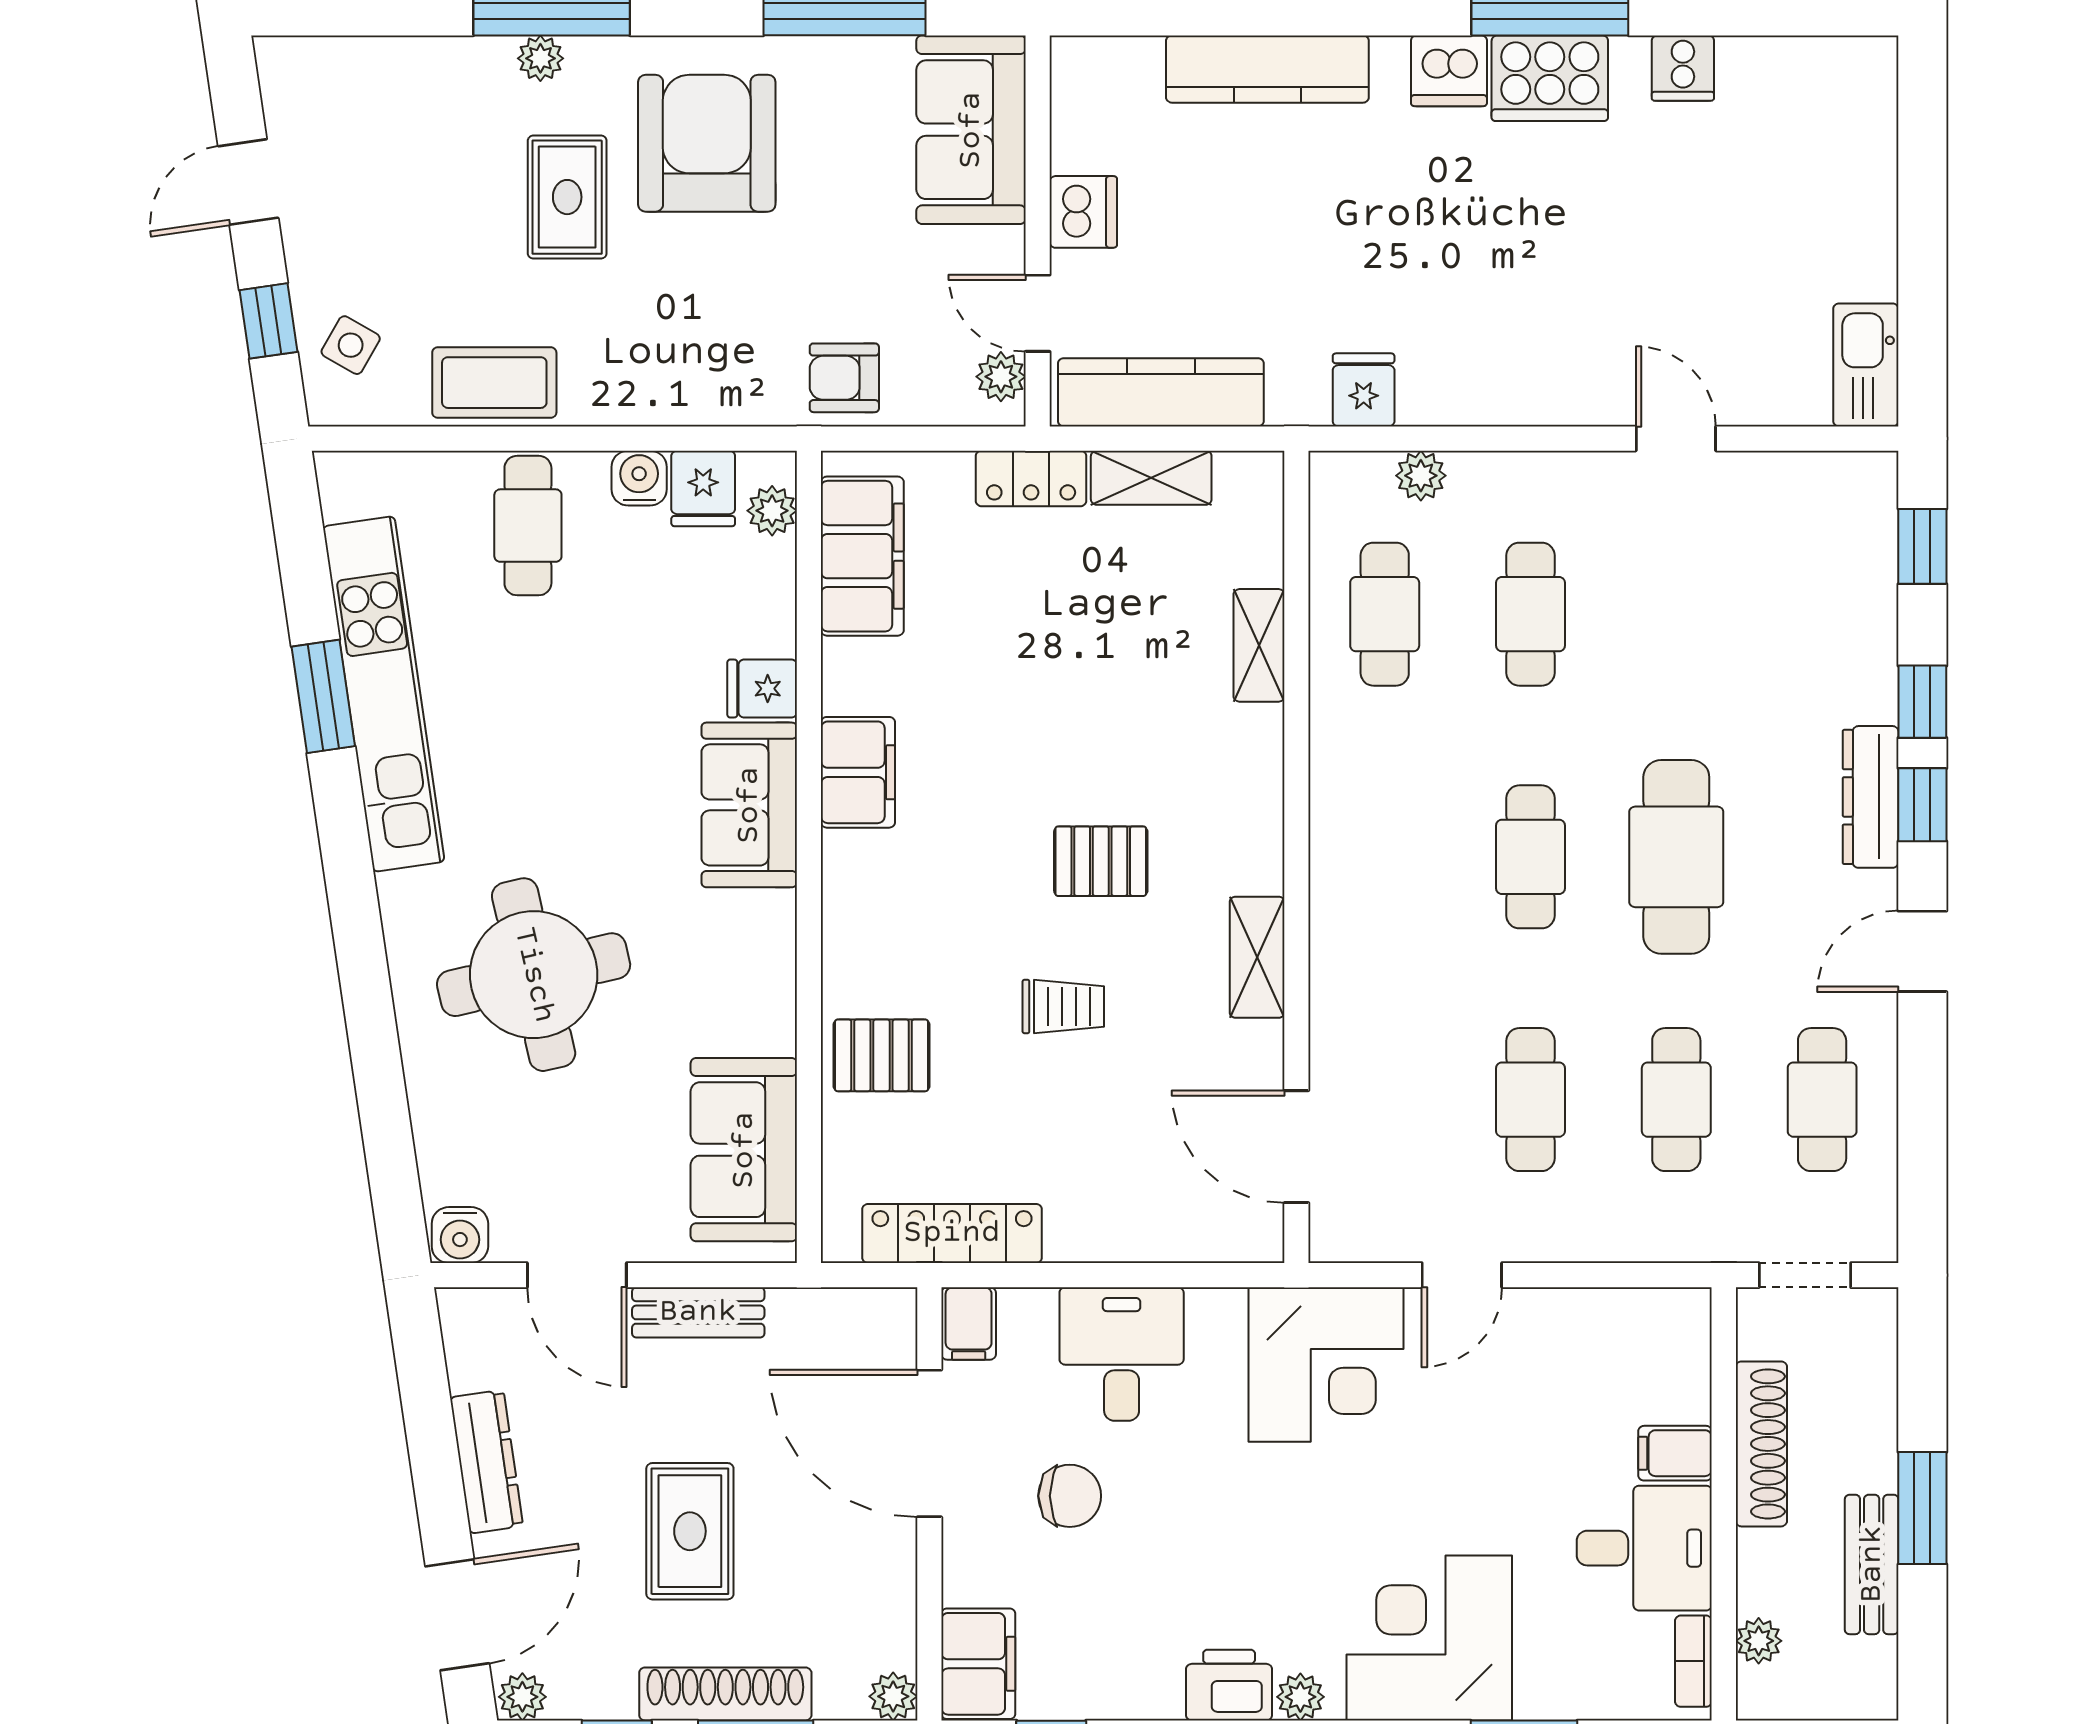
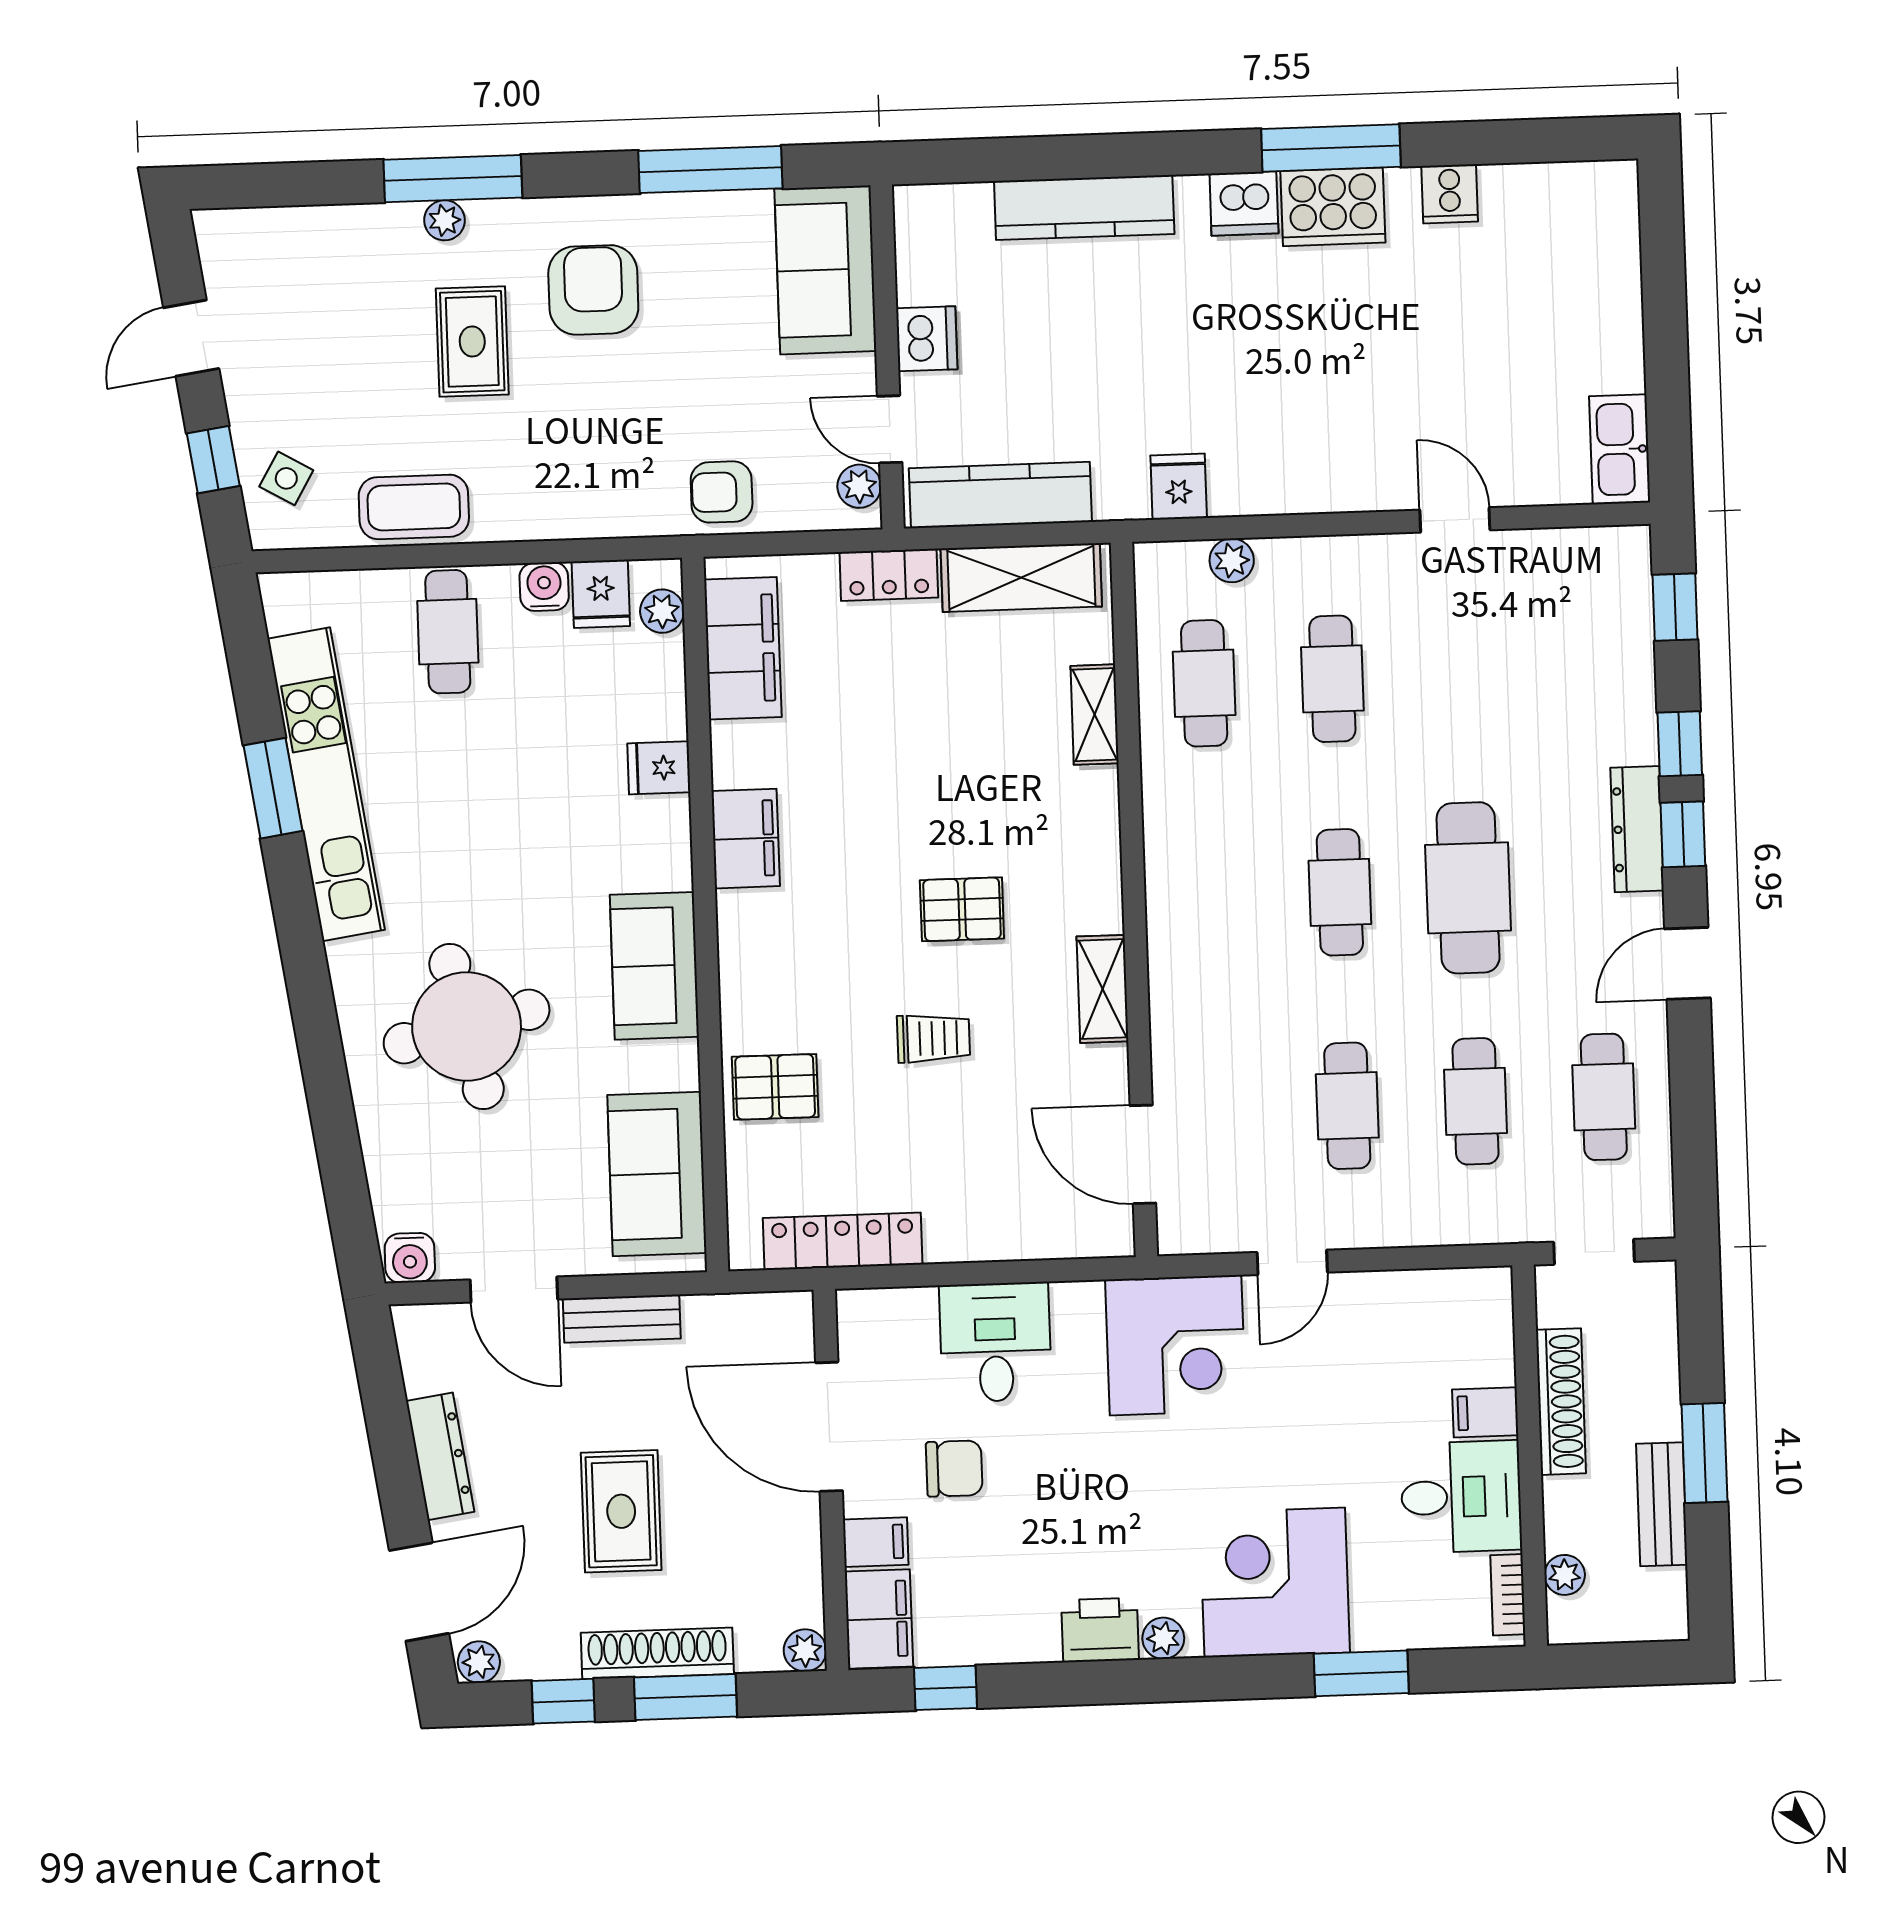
armchair: (707, 143) -> (593, 290), width x0.73, depth x0.73
shelving: (1151, 478) -> (1021, 577), width x1.50, depth x1.33
sofa: (749, 805) -> (654, 966), moved
filing cabinet: (969, 1324) -> (876, 1542), moved, turned -90

